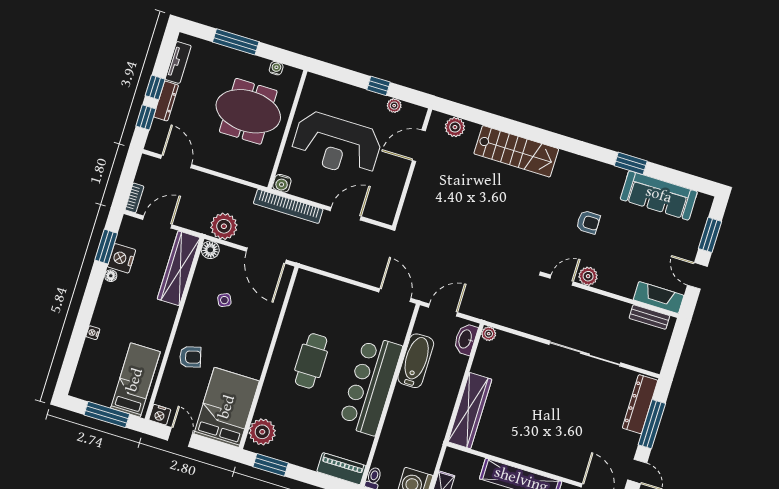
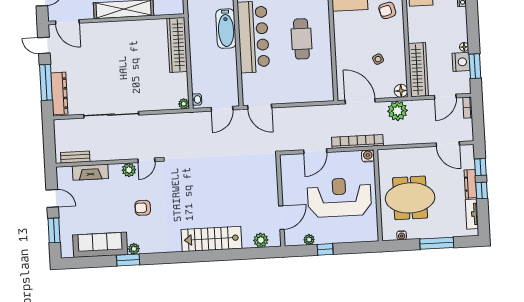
plant: (618, 175) -> (134, 249), added
fireplace: (659, 297) -> (90, 172), moved
washbasin: (466, 339) -> (197, 99), width x0.52, depth x0.69
bathtub: (416, 361) -> (226, 29), moved

